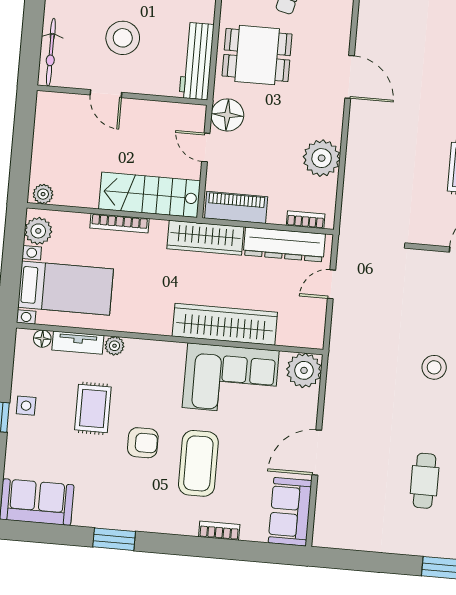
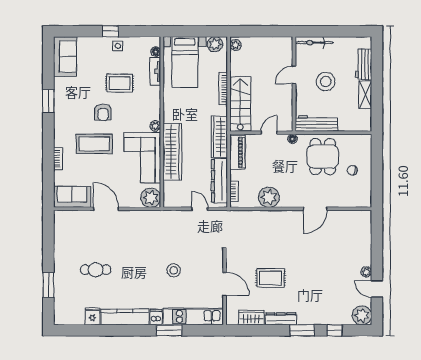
floor lamp: (227, 115) -> (292, 139), width x0.53, depth x0.53
plant: (114, 346) -> (155, 126), moved
stool: (434, 367) -> (174, 270), moved

